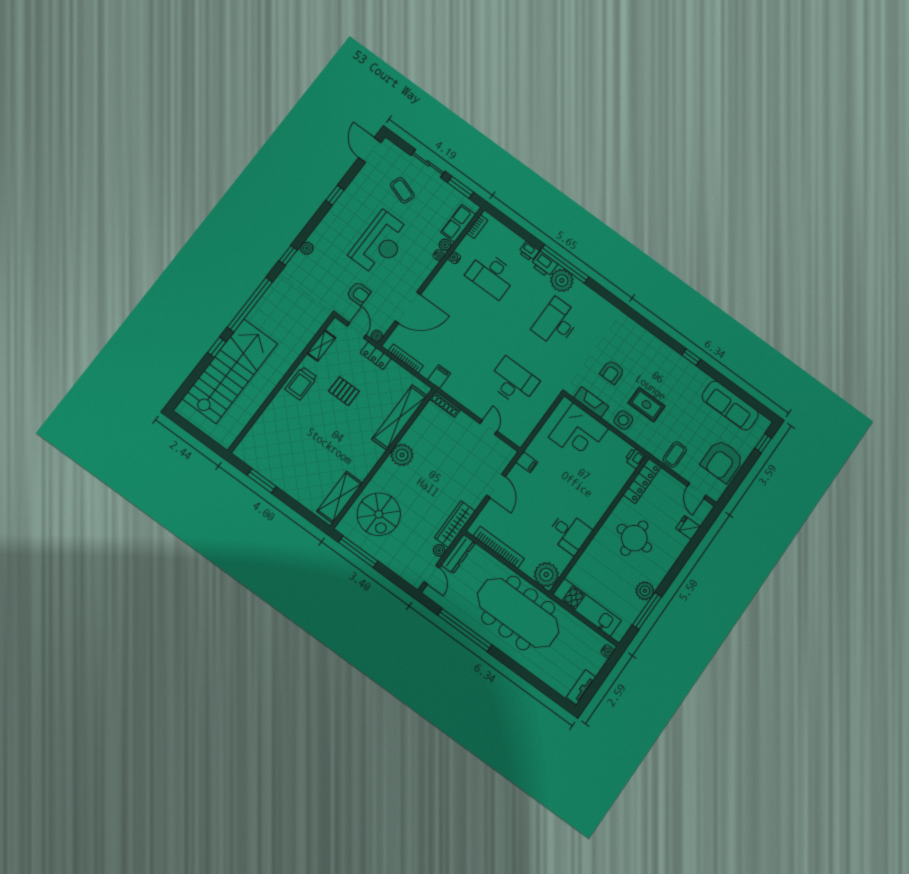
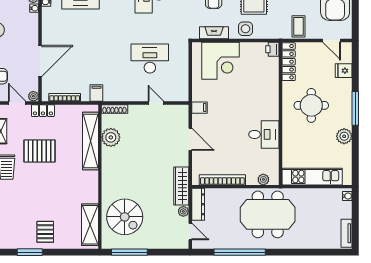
pallet: (344, 391) -> (40, 151), width x1.50, depth x1.42
plant: (402, 455) -> (111, 137), moved
pallet: (291, 472) -> (45, 232), added
plant: (546, 575) -> (263, 179), width x0.53, depth x0.53
window: (647, 611) -> (355, 108), moved
meeting table: (518, 613) -> (268, 214), width x0.73

